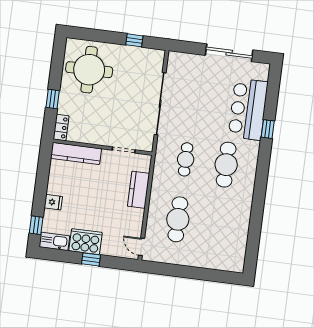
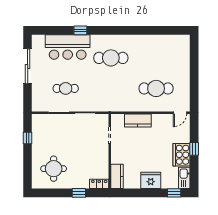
round table: (89, 70) -> (54, 169), width x0.73, depth x0.73
kitchen counter: (76, 153) -> (117, 176), width x0.67
cafe table: (186, 159) -> (66, 88), moved
fridge: (53, 202) -> (151, 180), width x1.88, depth x1.34

